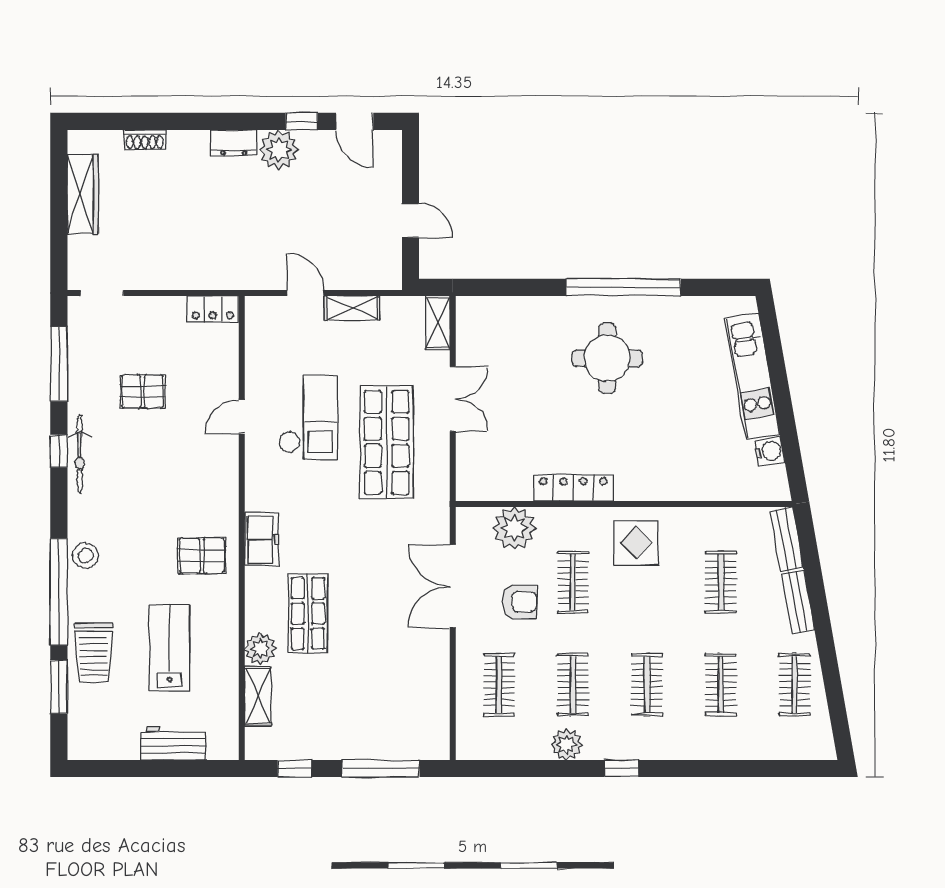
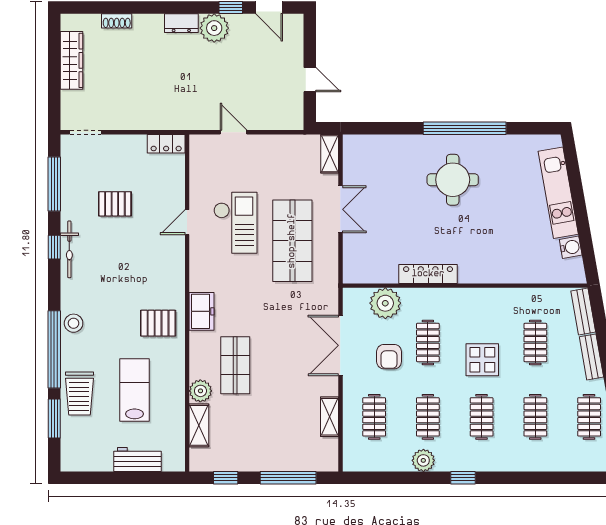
shelving: (352, 308) -> (330, 417), moved, turned 90
display table: (636, 543) -> (482, 360), moved
armchair: (520, 602) -> (389, 357), turned 90

